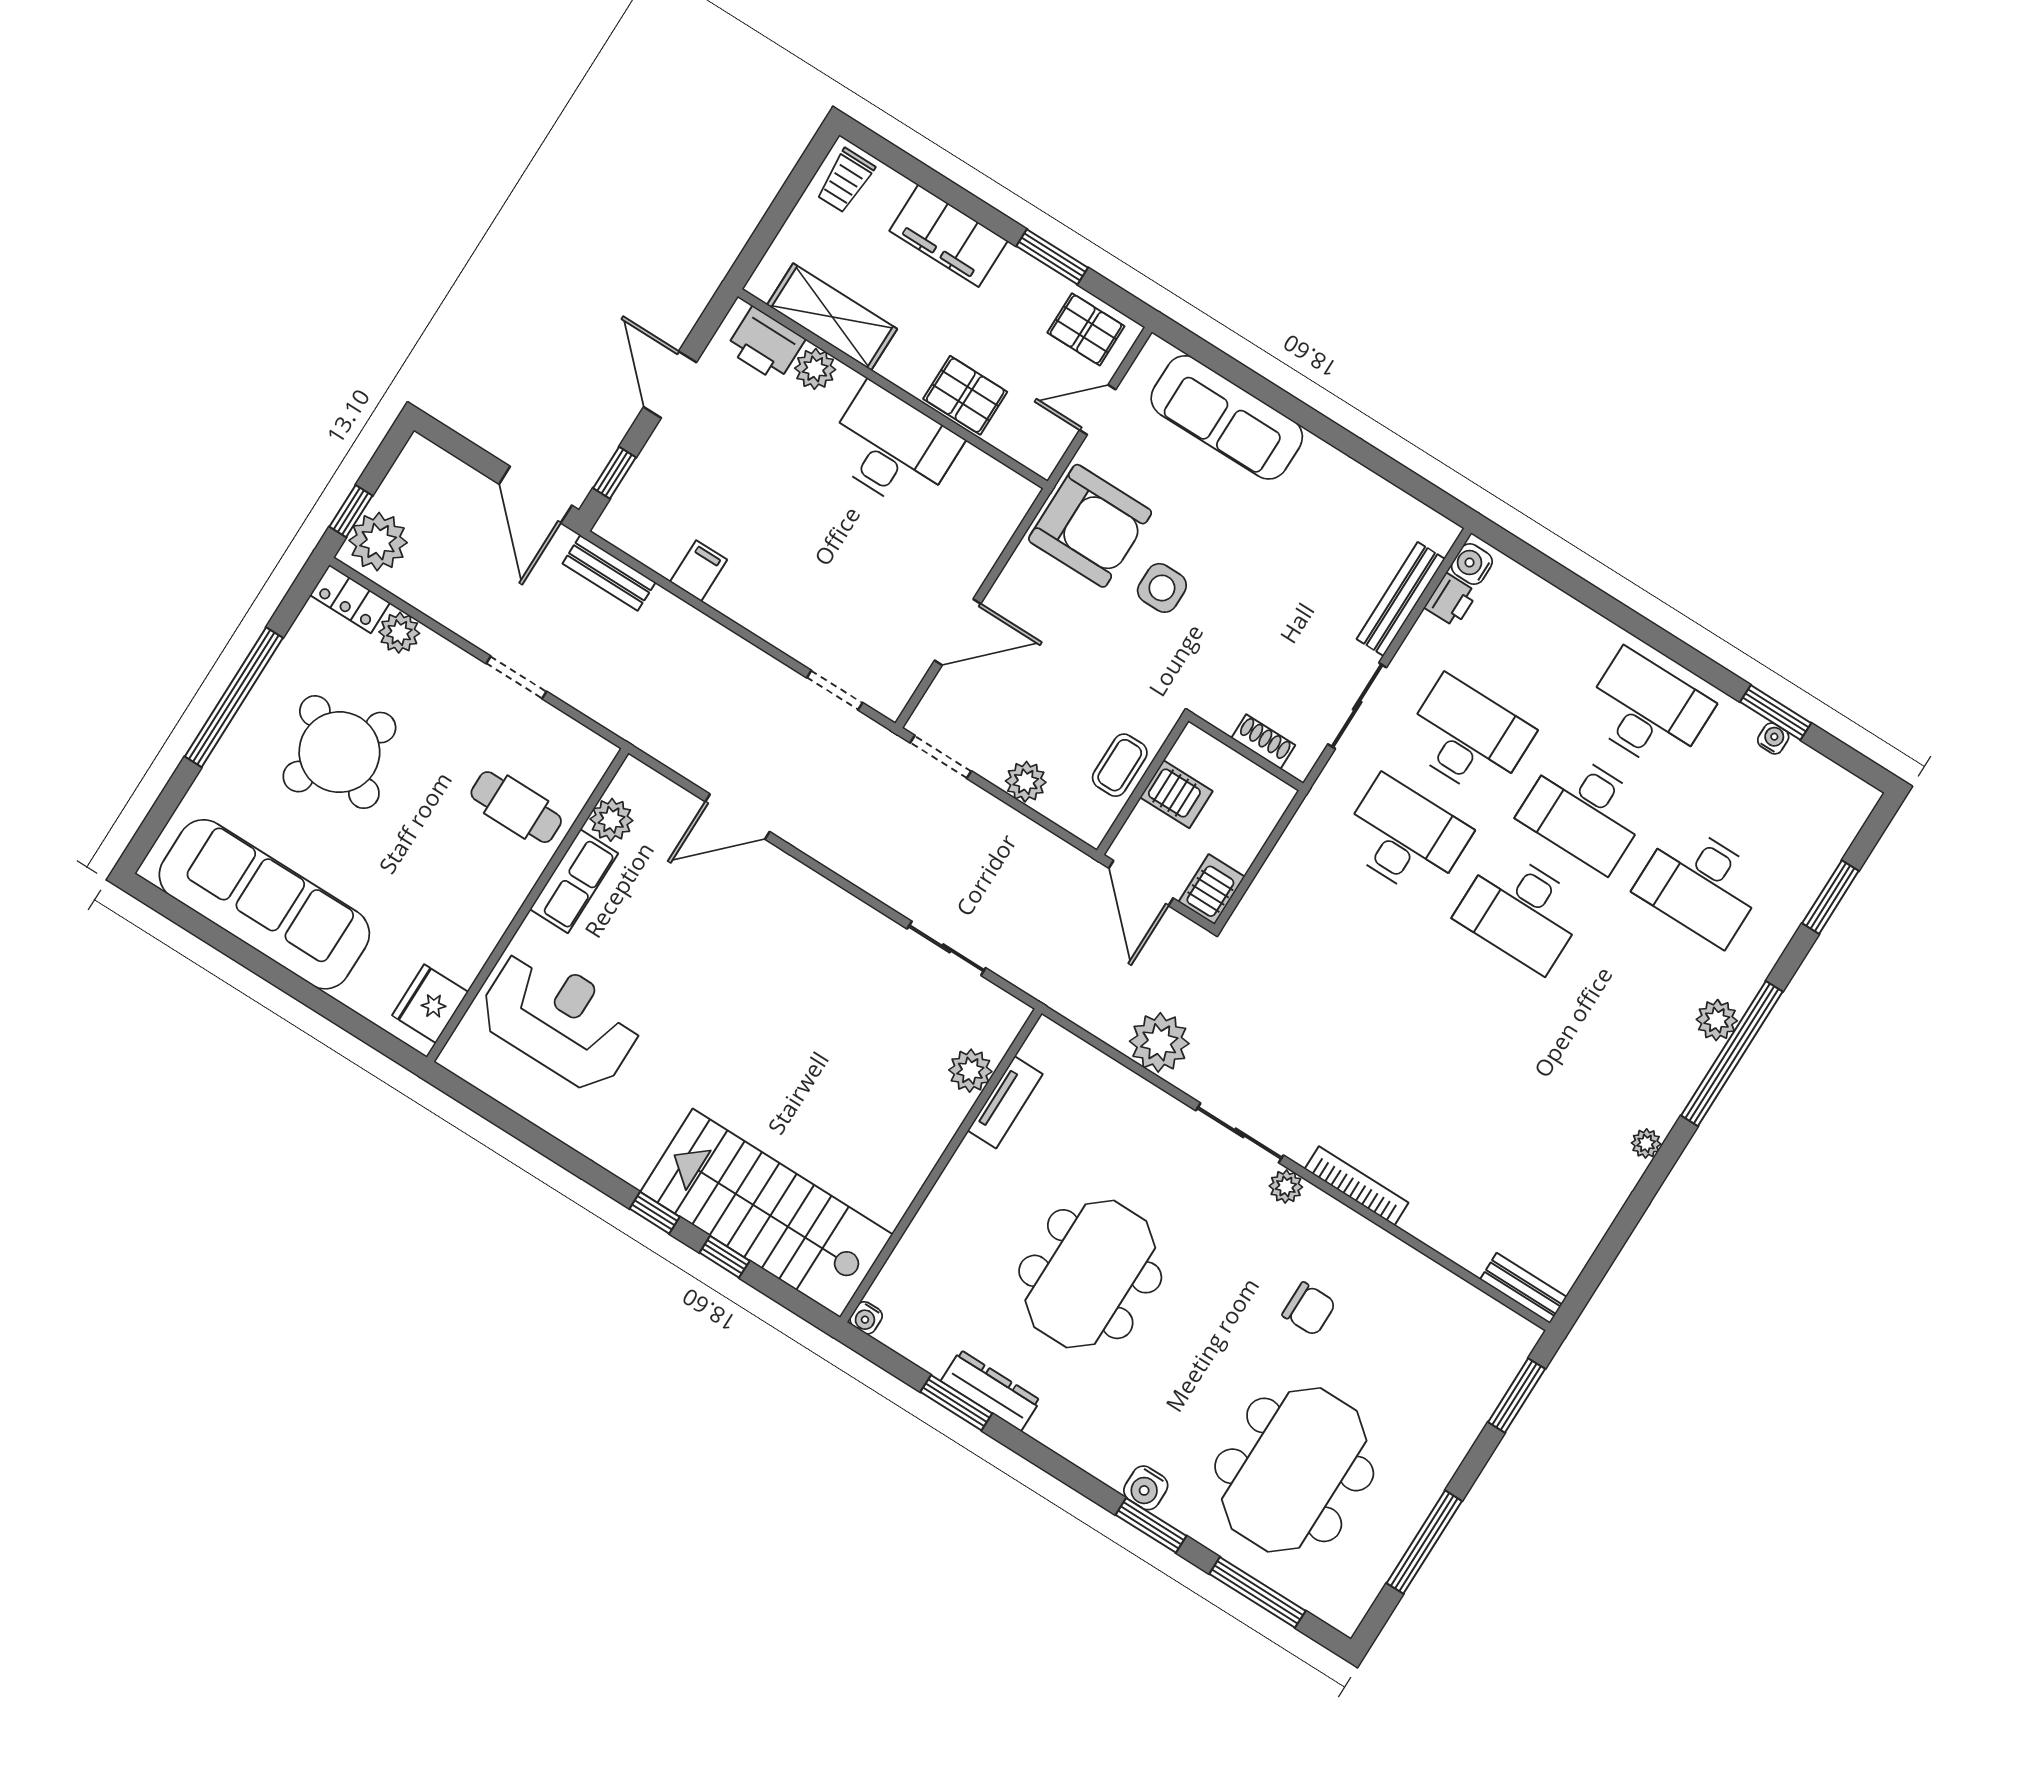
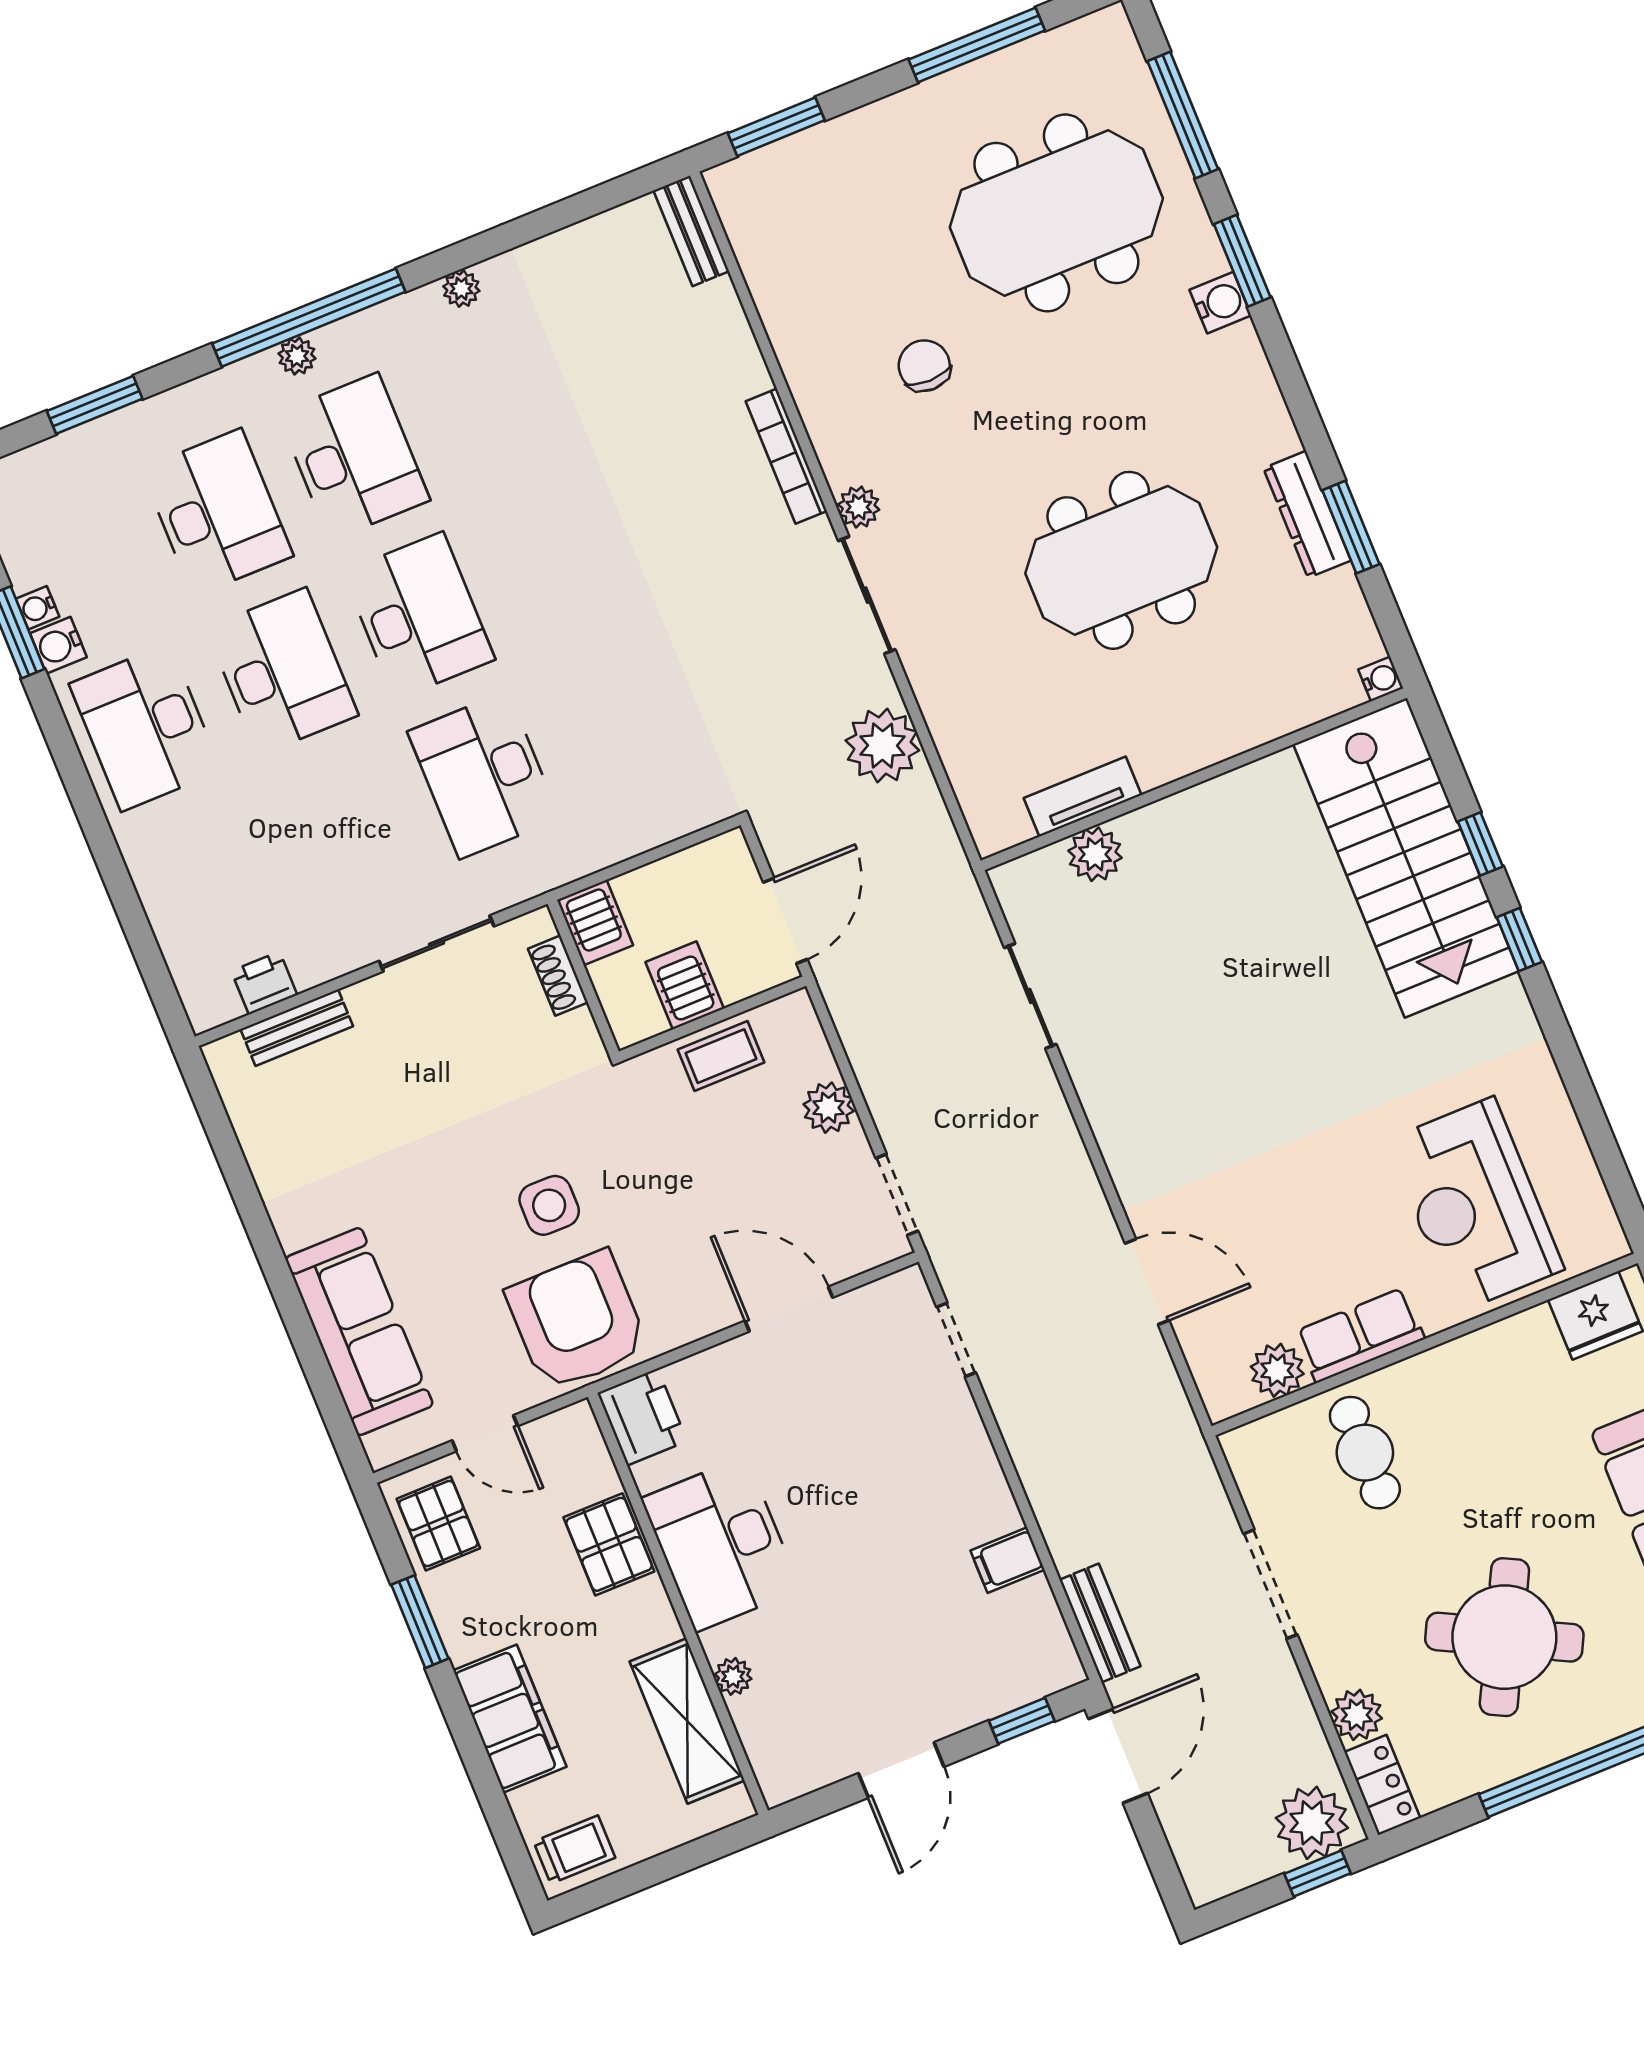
printer: (765, 344) -> (642, 1417), moved
plant: (815, 369) -> (733, 1676), width x0.73, depth x0.73
water cooler: (1472, 564) -> (58, 645), moved, turned 90
bench: (1401, 599) -> (297, 1028), width x0.73
doorway: (516, 677) -> (1270, 1584), width x1.38
desk: (1468, 738) -> (354, 457), moved, turned 180
server rack: (1212, 889) -> (595, 923), moved, turned -90
plant: (1717, 1020) -> (297, 356), width x0.73, depth x0.73

